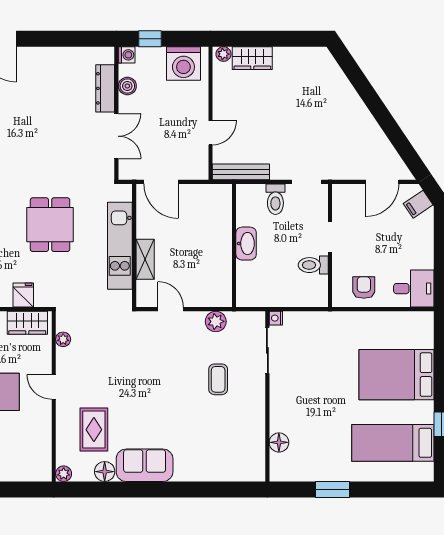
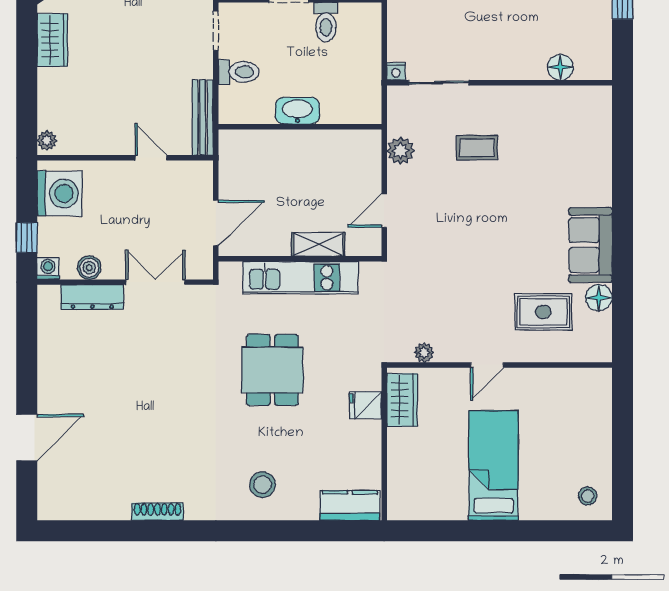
wardrobe: (252, 58) -> (52, 40), moved
dining table: (50, 225) -> (272, 370), turned 90
plant: (64, 474) -> (602, 352), removed

